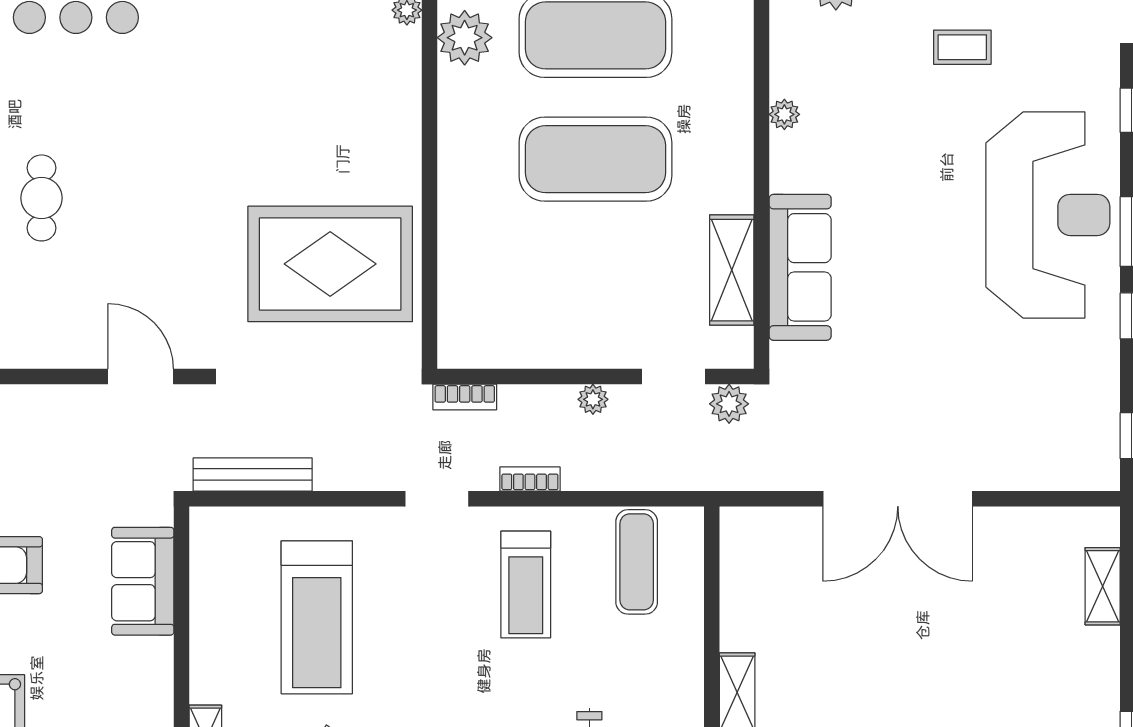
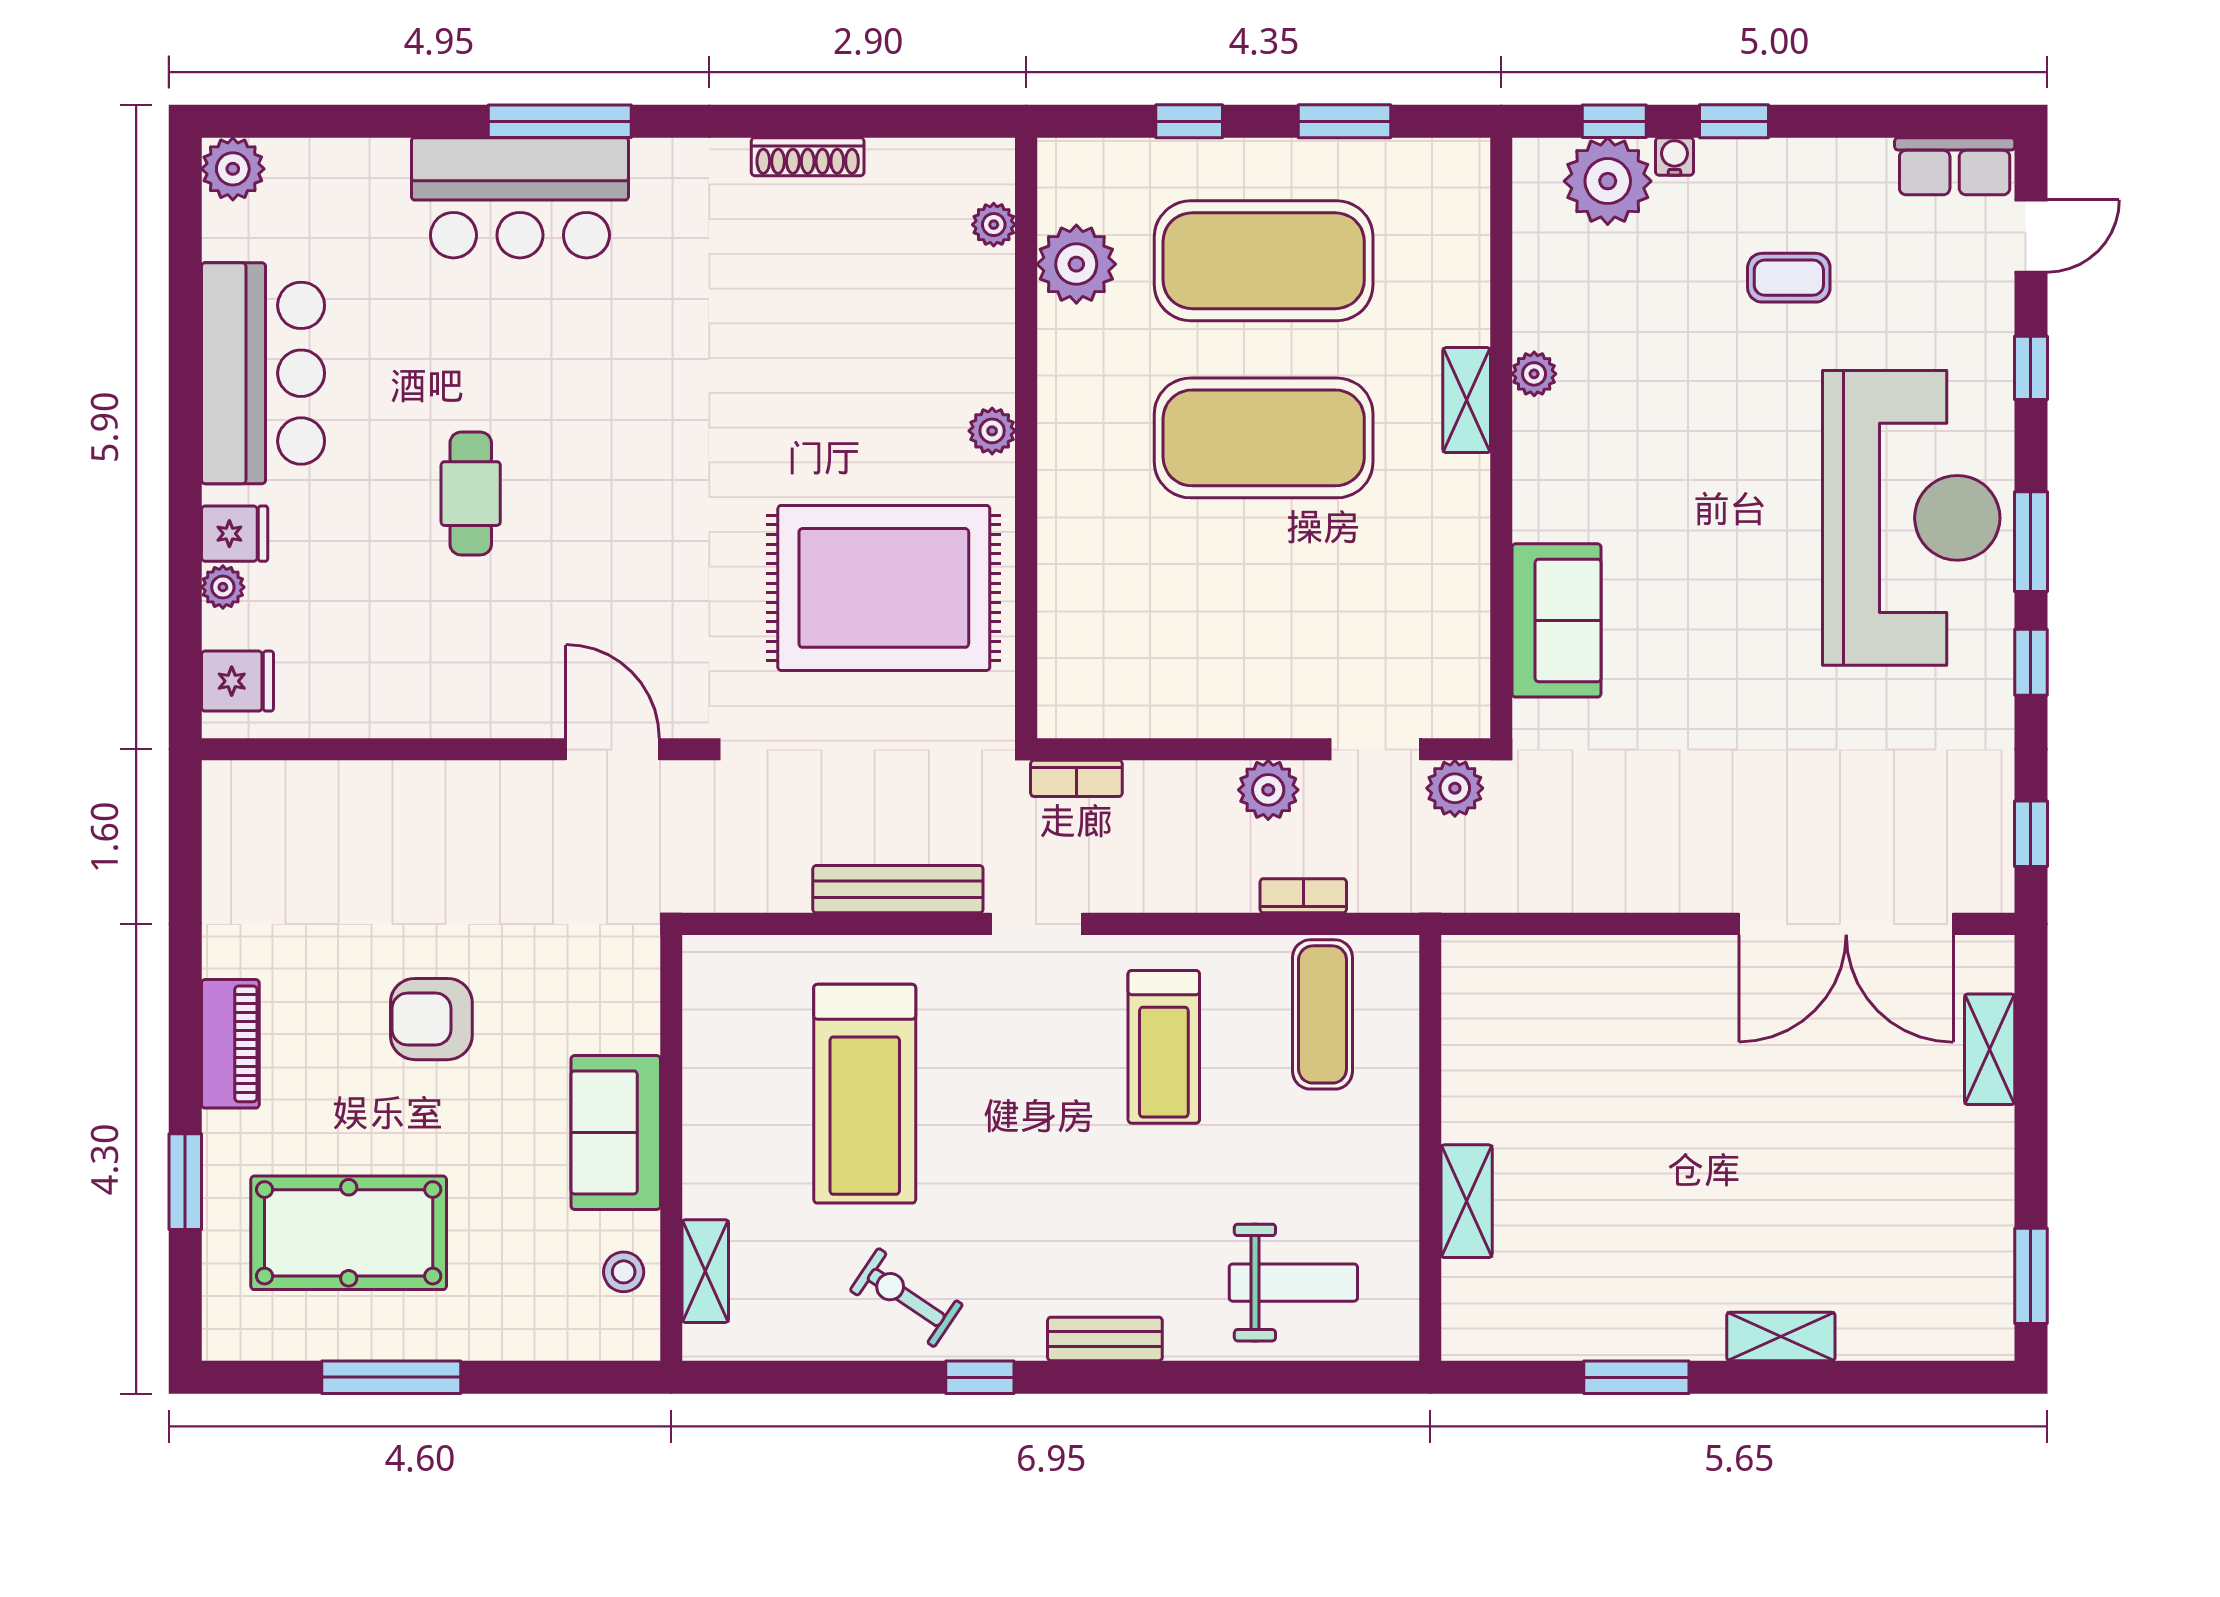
plant: (406, 154) -> (992, 431), added
sofa: (800, 267) -> (1557, 620), width x0.73
shelving: (732, 270) -> (1467, 400), moved, width x0.67, depth x0.75
plant: (593, 399) -> (1268, 790), width x1.38, depth x1.38
bench: (253, 474) -> (898, 889), moved
bookcase: (530, 479) -> (1303, 896), moved
double door: (898, 499) -> (1846, 924), moved
sofa: (143, 581) -> (616, 1132), moved

